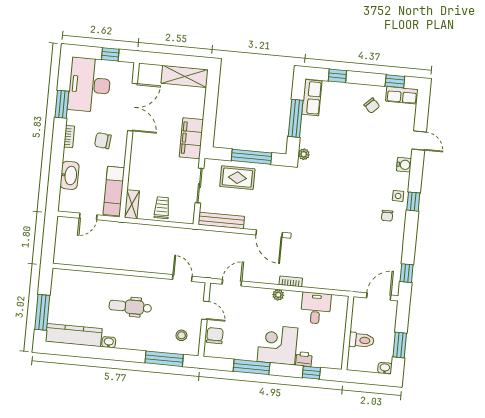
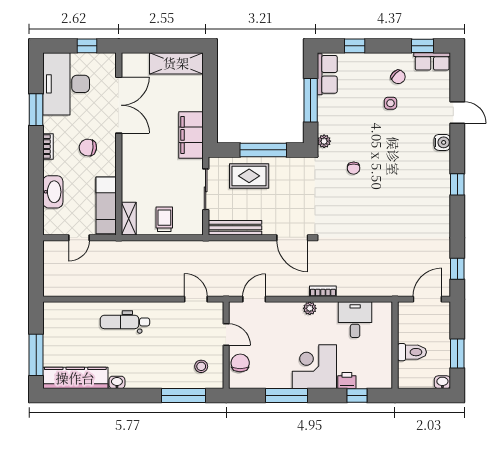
side table: (398, 196) -> (391, 103), moved
chair: (387, 216) -> (354, 168), moved
dental chair: (130, 307) -> (125, 322), moved

